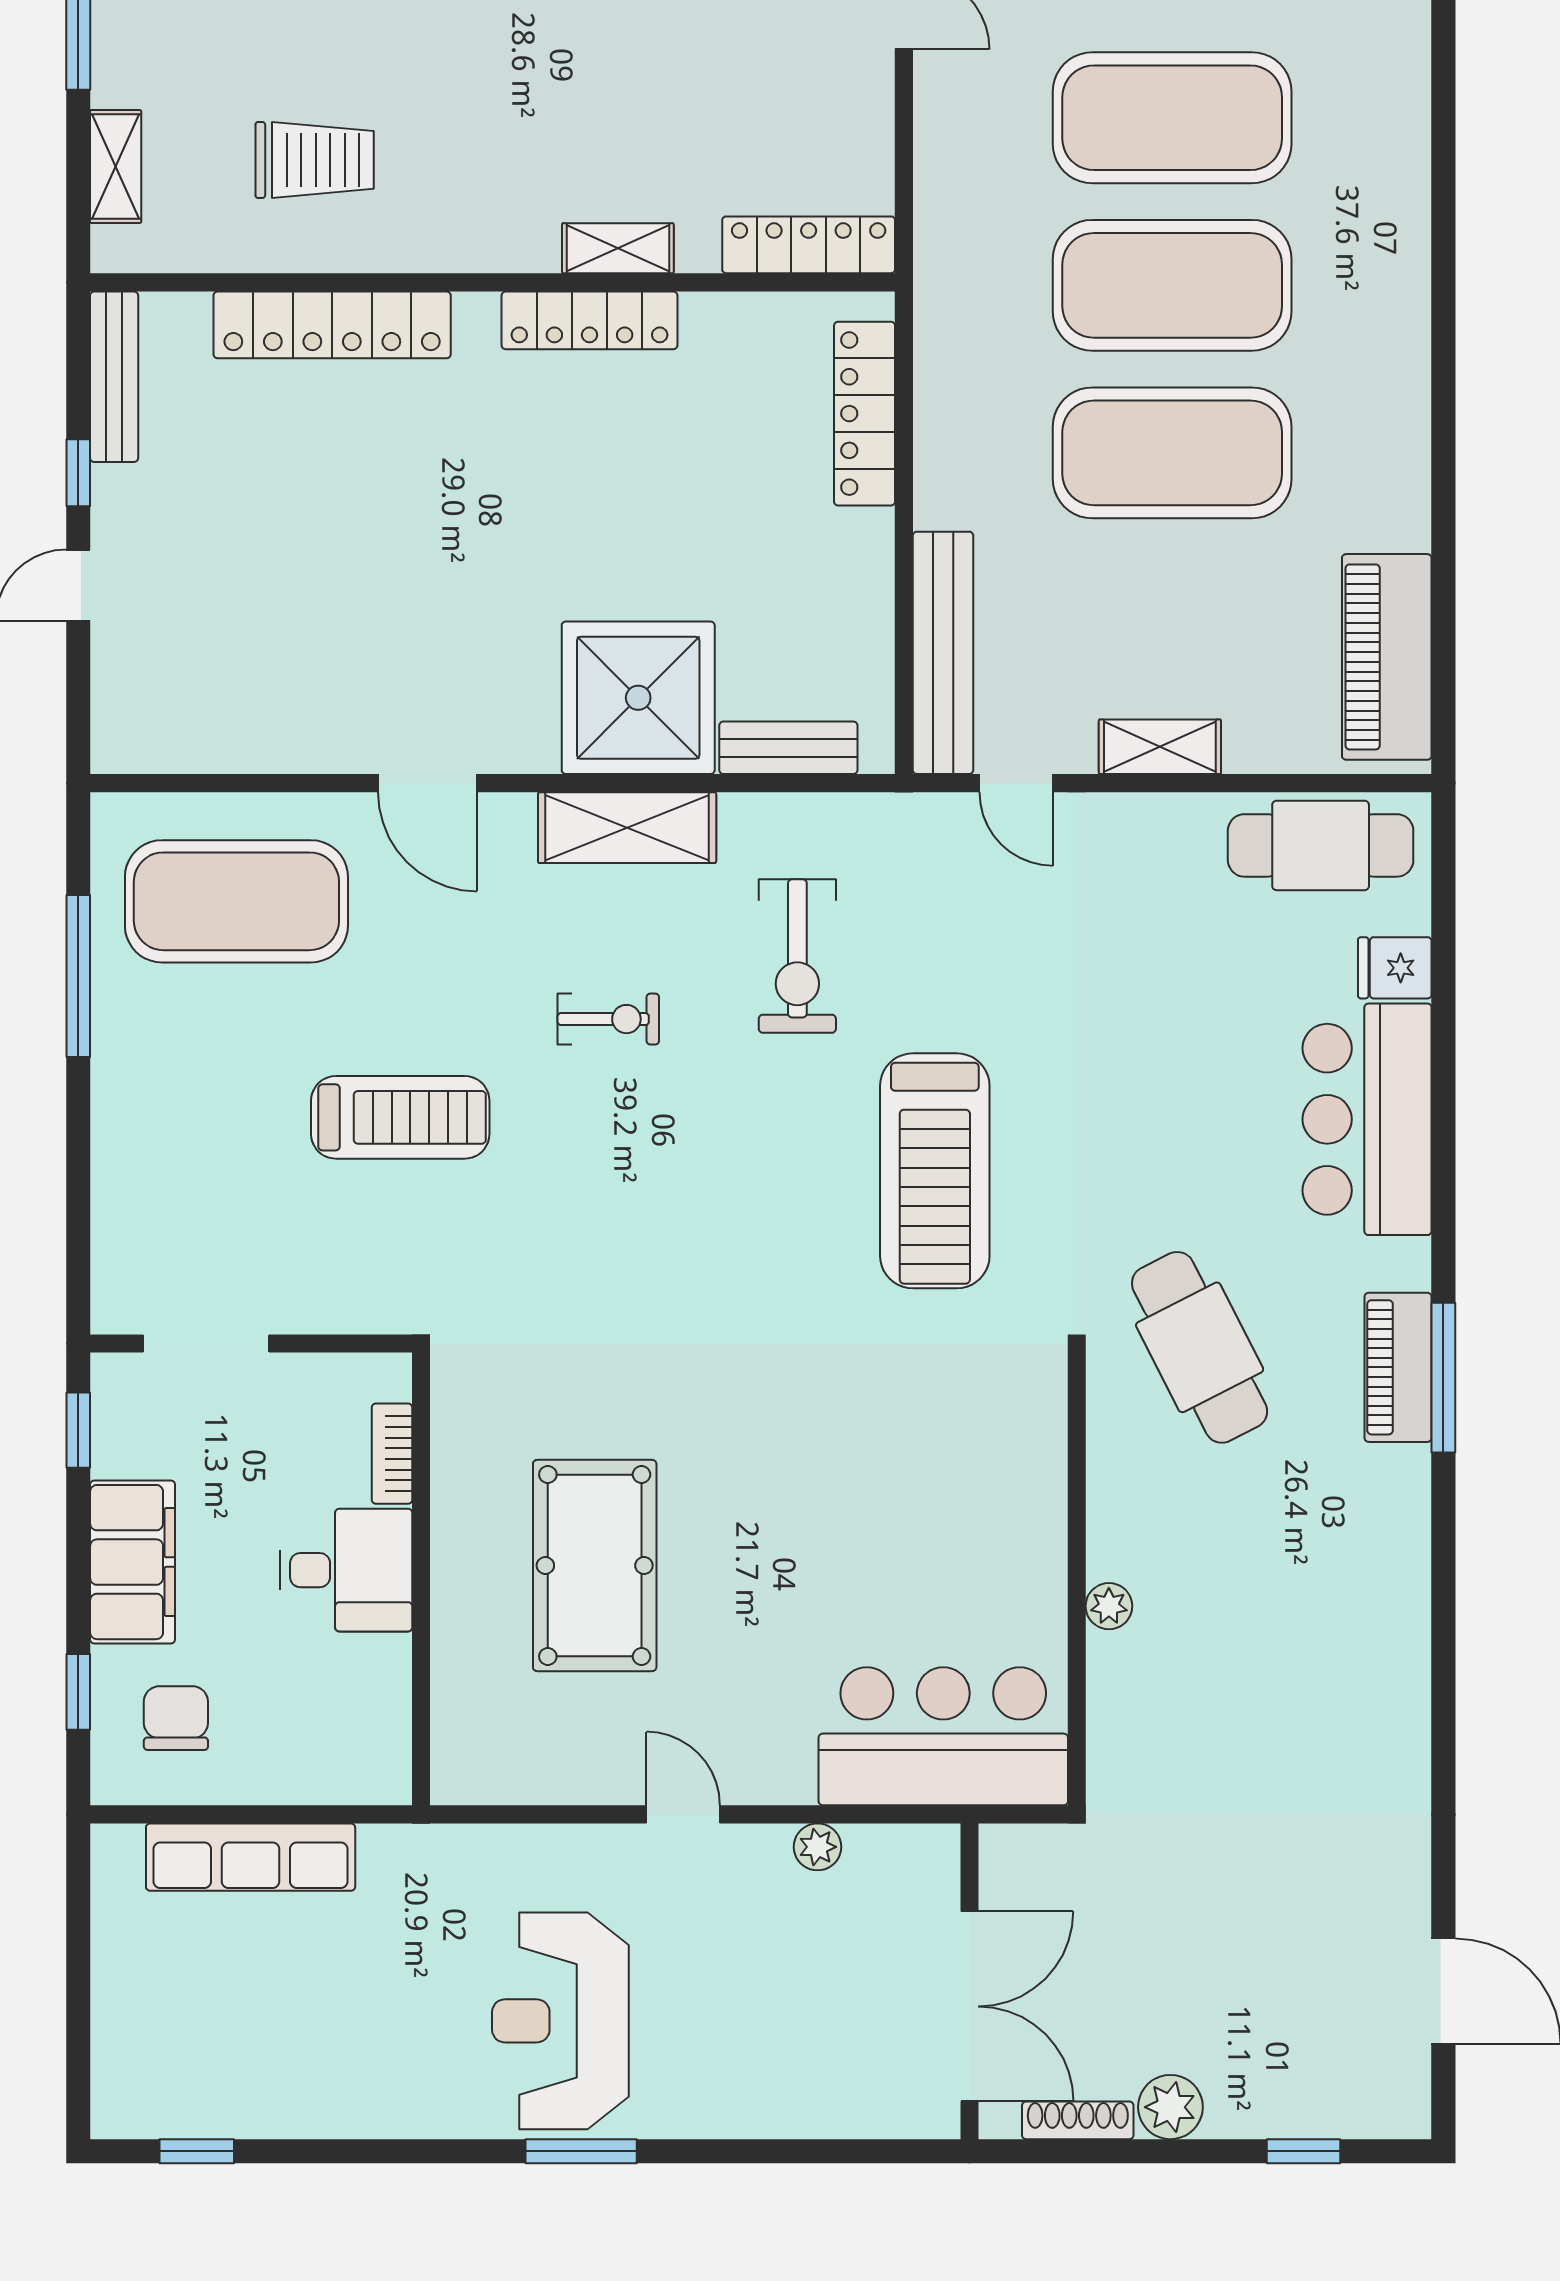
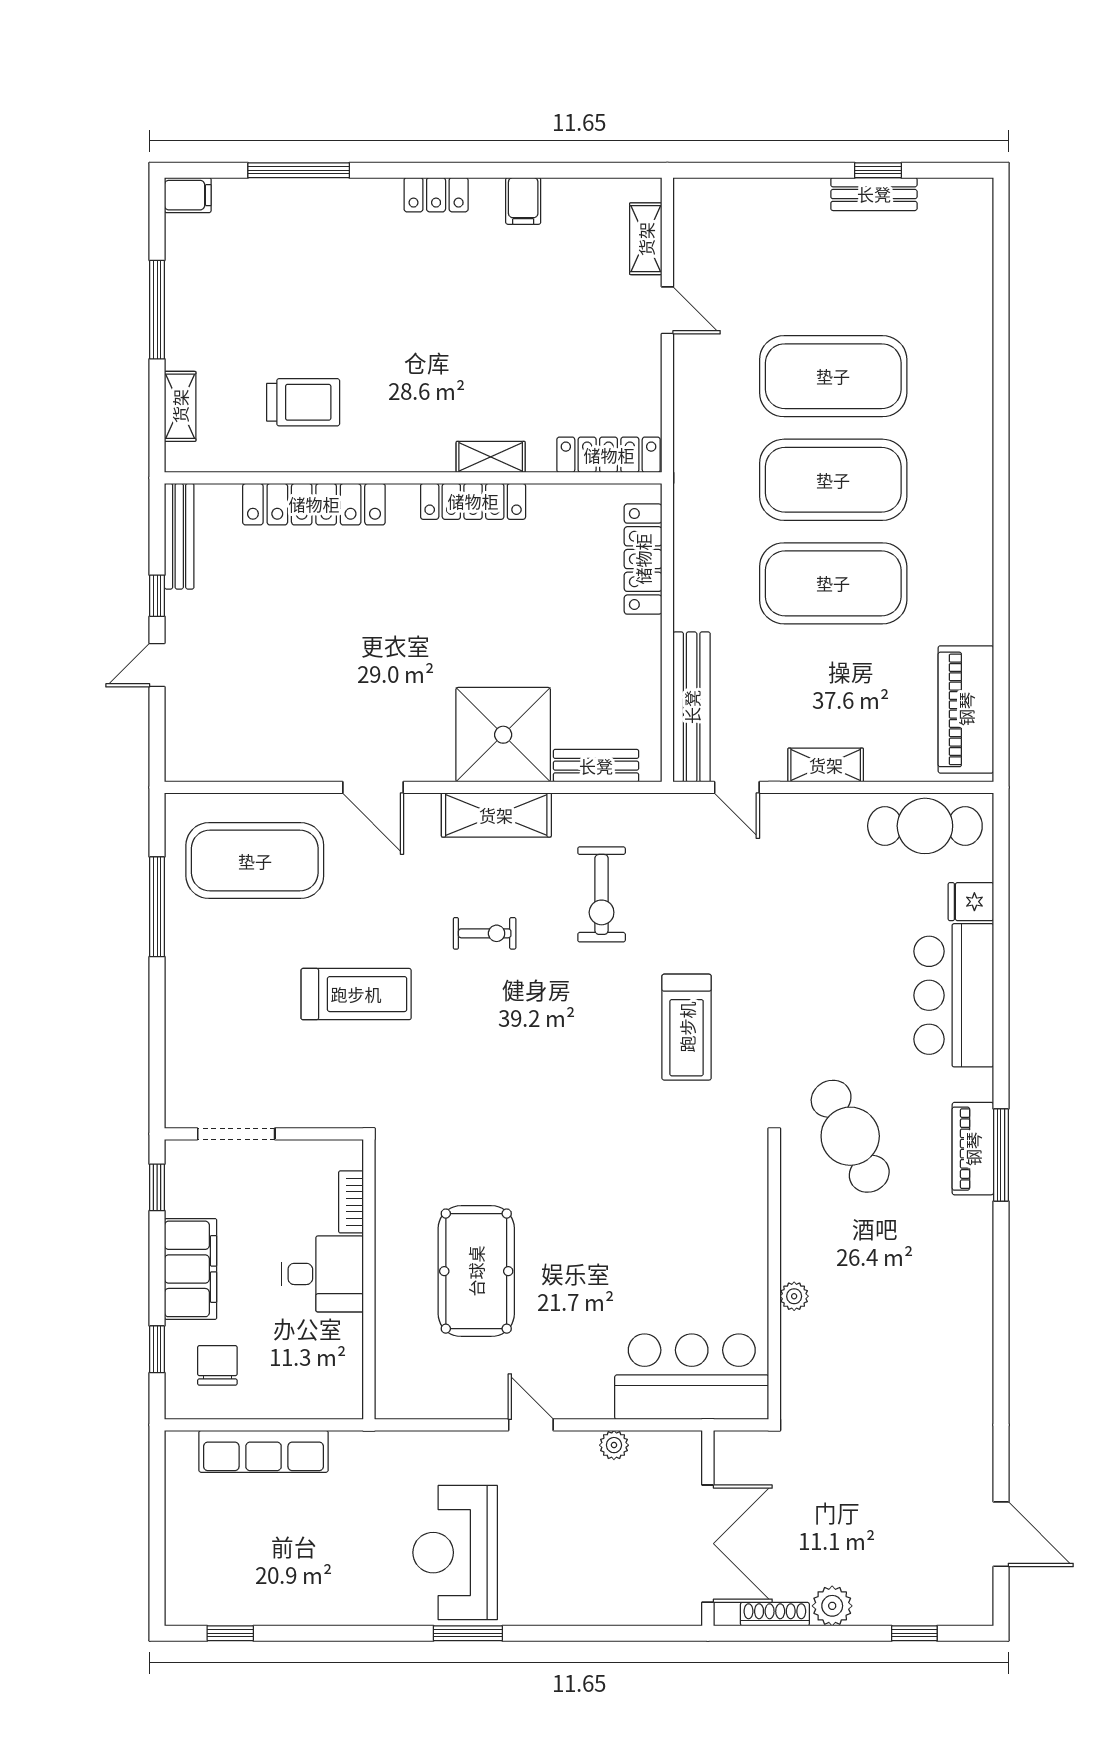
treadmill: (935, 1171) -> (687, 1027), width x0.73, depth x0.73

